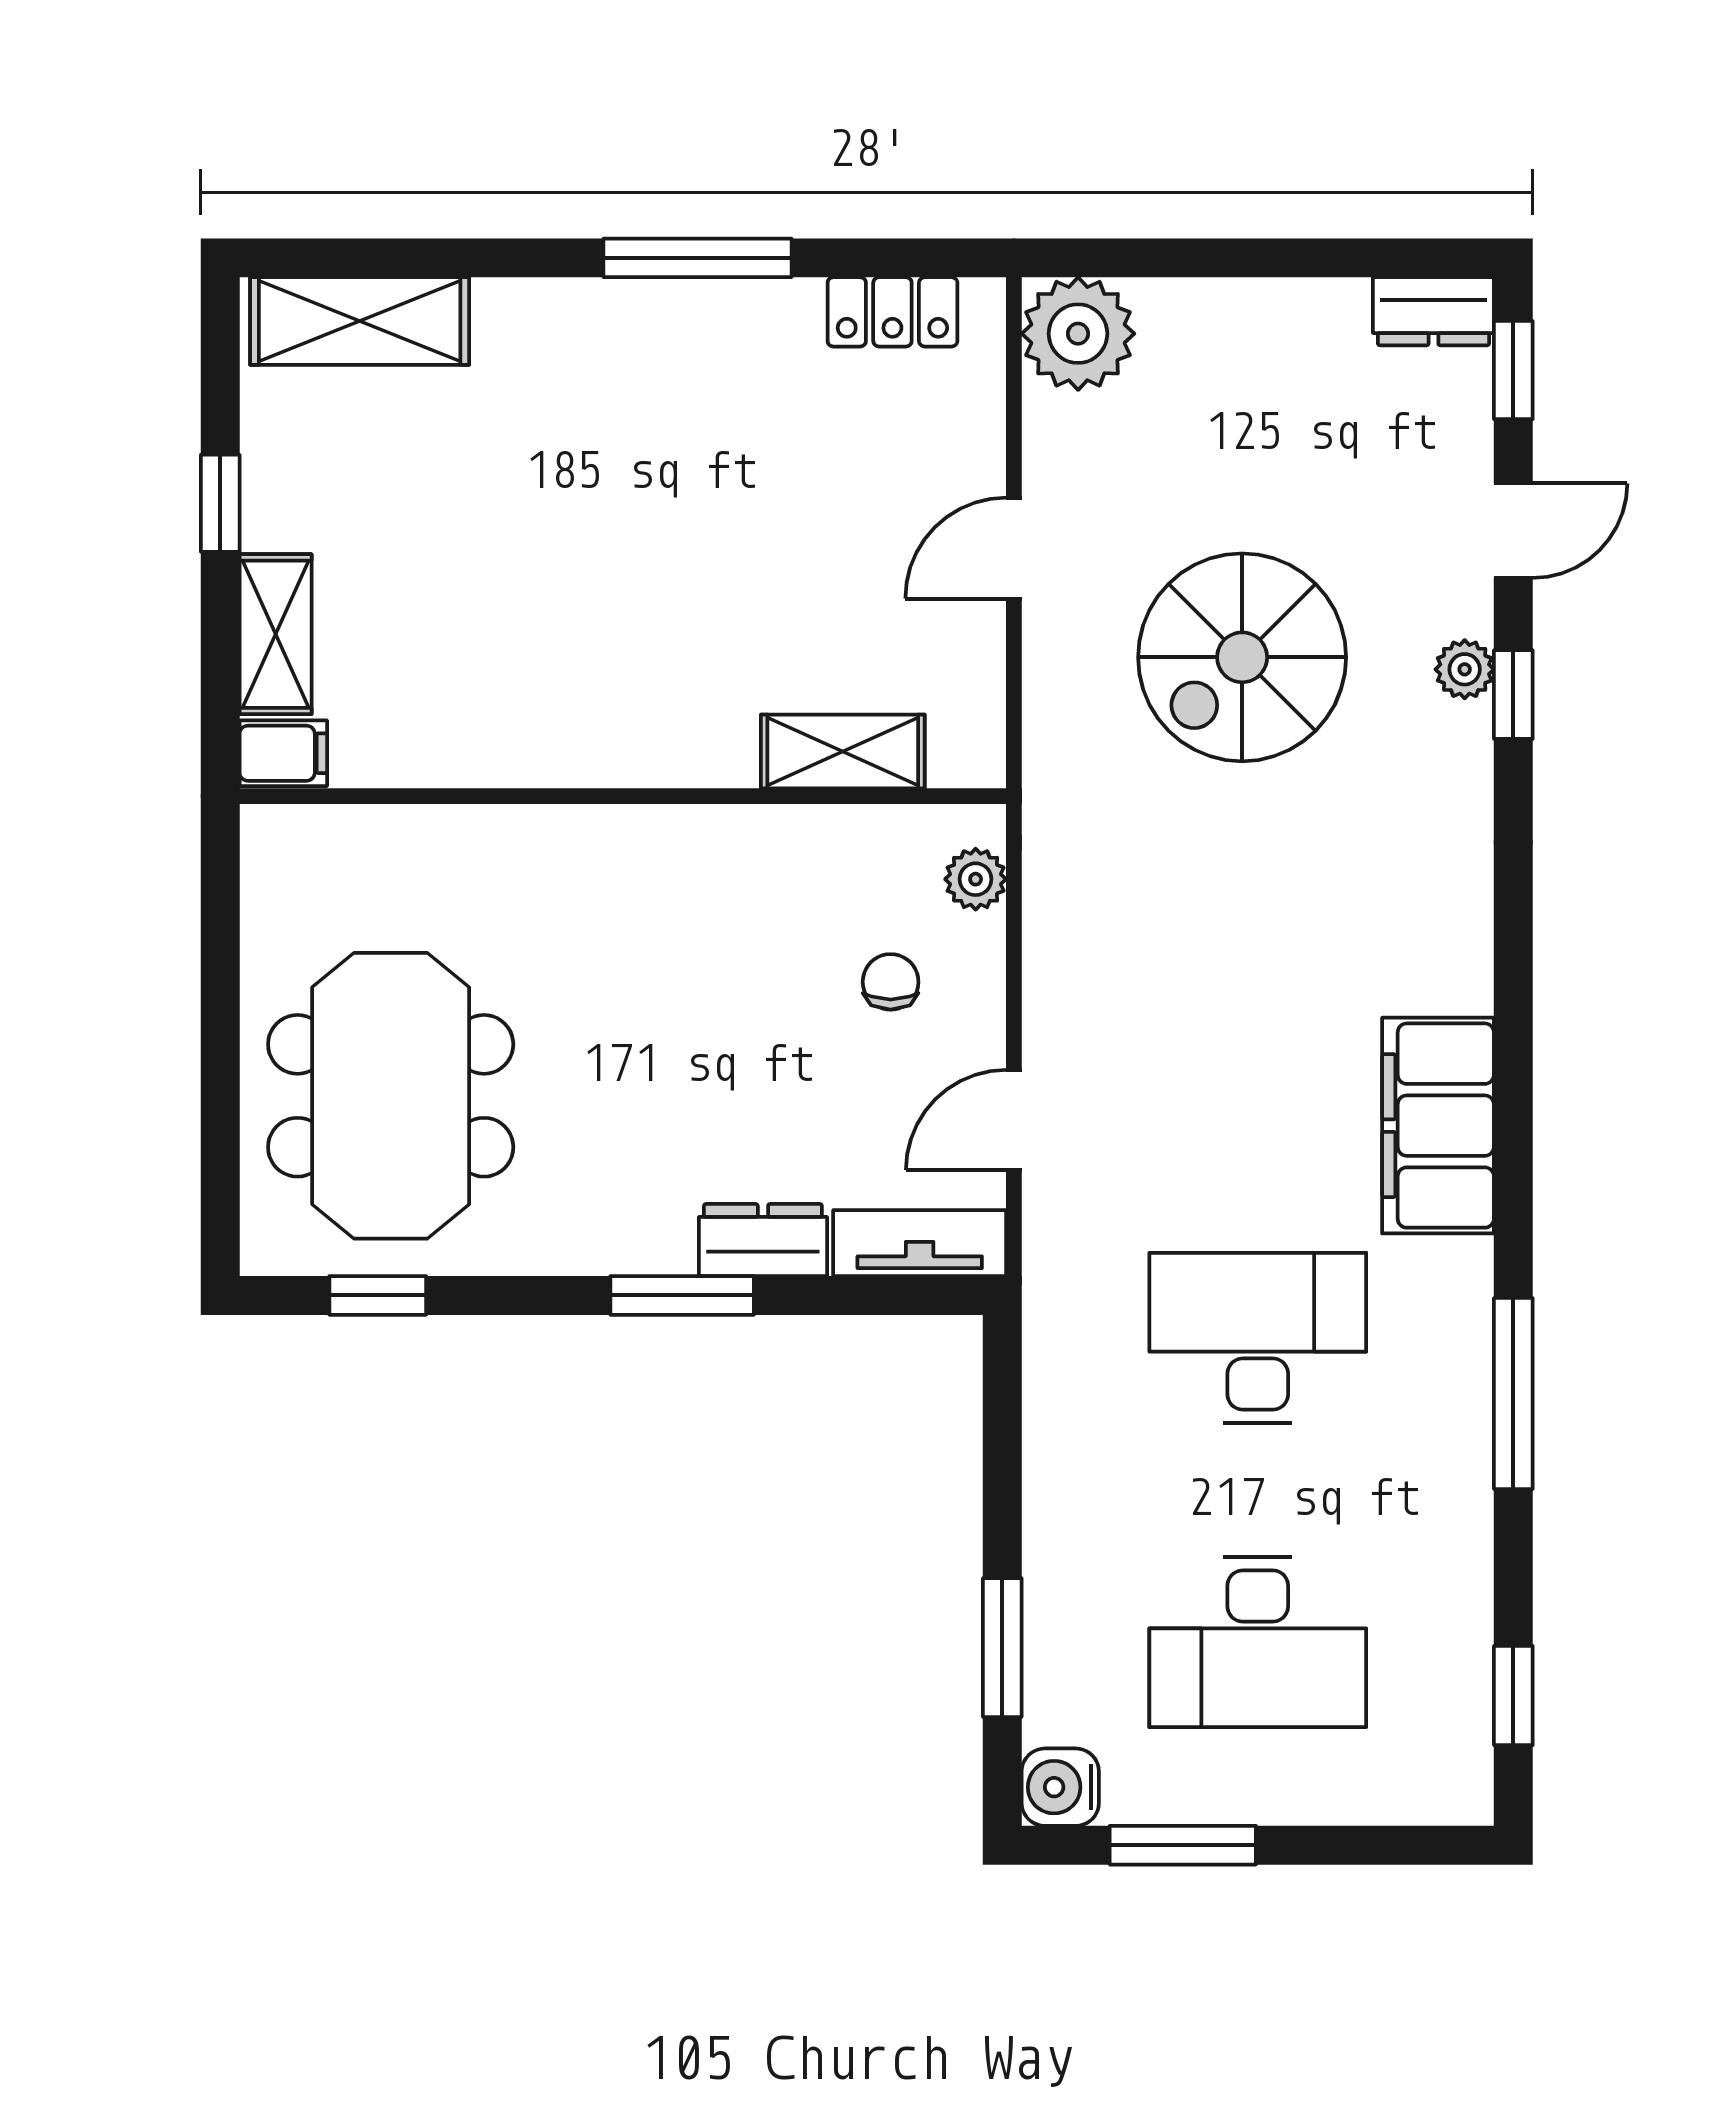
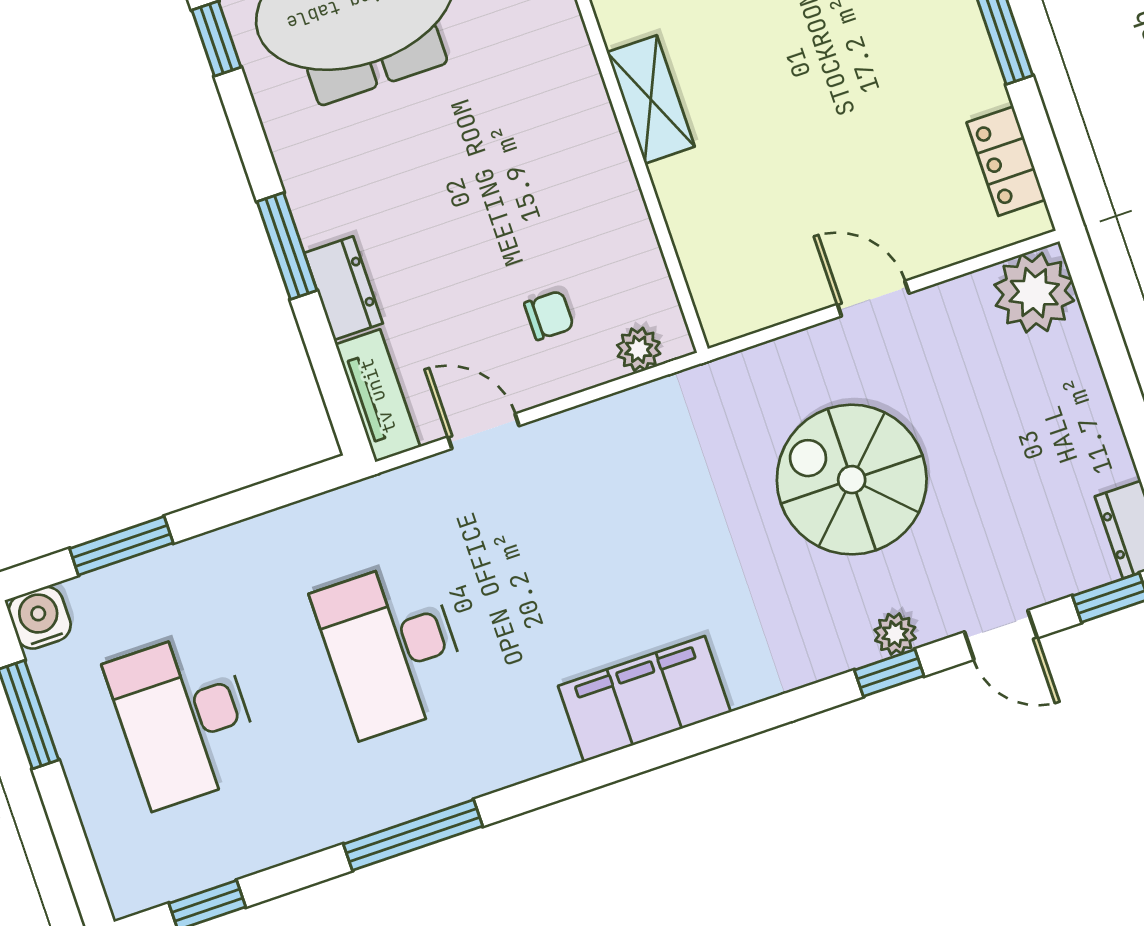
shelving: (843, 751) -> (651, 99), moved
filing cabinet: (1438, 1126) -> (644, 699), moved
desk: (1258, 1338) -> (391, 648), turned 180

